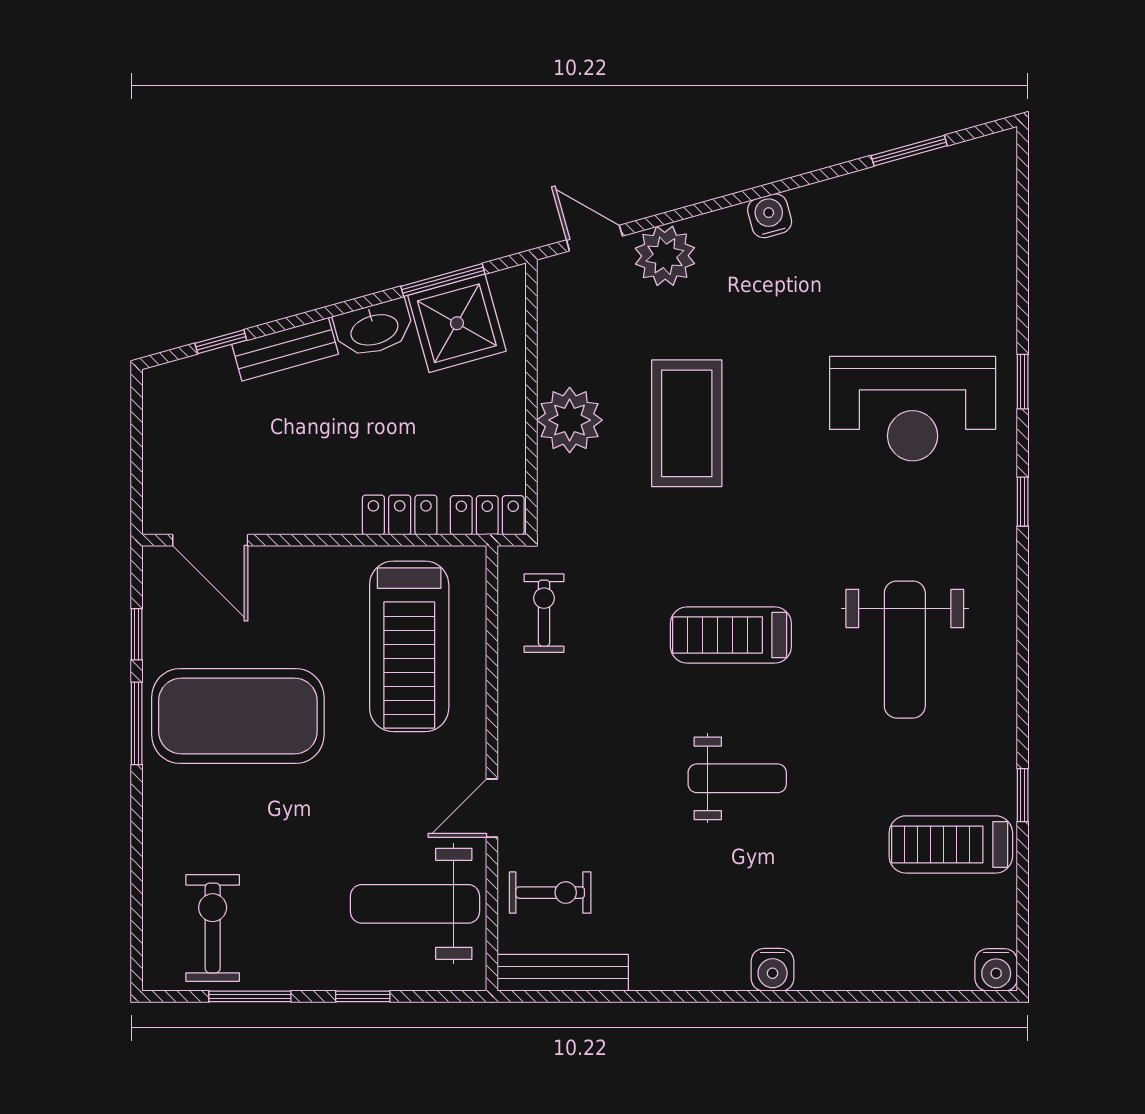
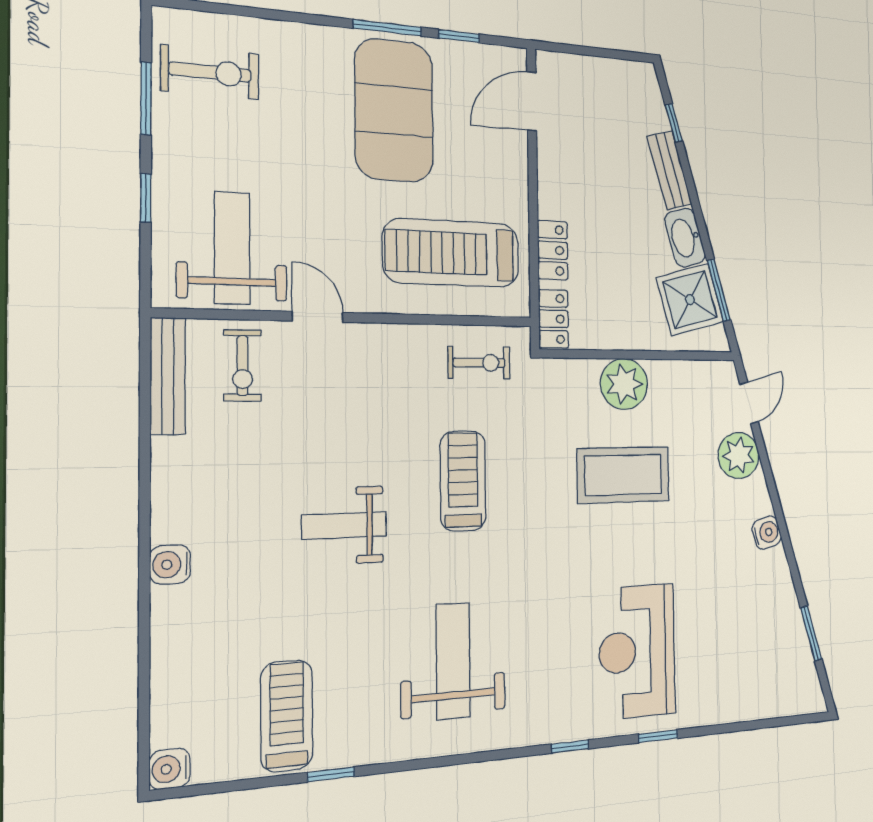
treadmill: (731, 635) -> (463, 481), moved
weight bench: (905, 650) -> (453, 661), turned 90
weight bench: (737, 778) -> (344, 526), turned 90

